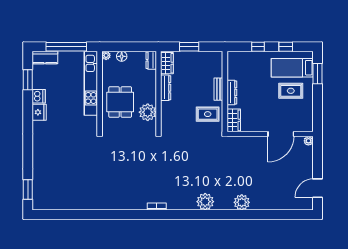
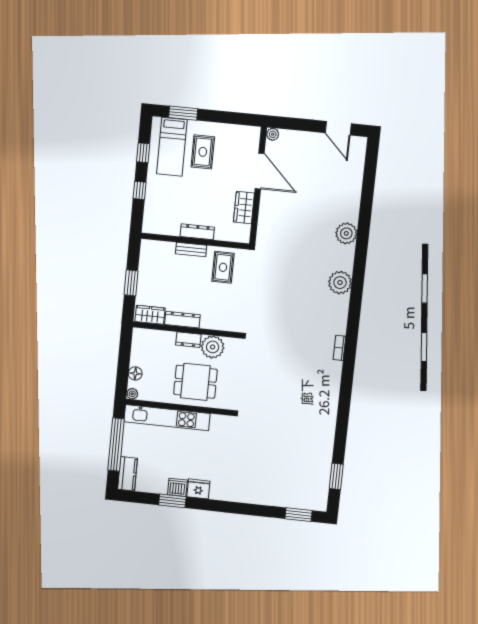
dresser: (151, 60) -> (188, 340), moved
window: (28, 80) -> (172, 501), moved
wardrobe: (234, 120) -> (244, 208), moved, turned -90
window: (60, 215) -> (336, 476), added

